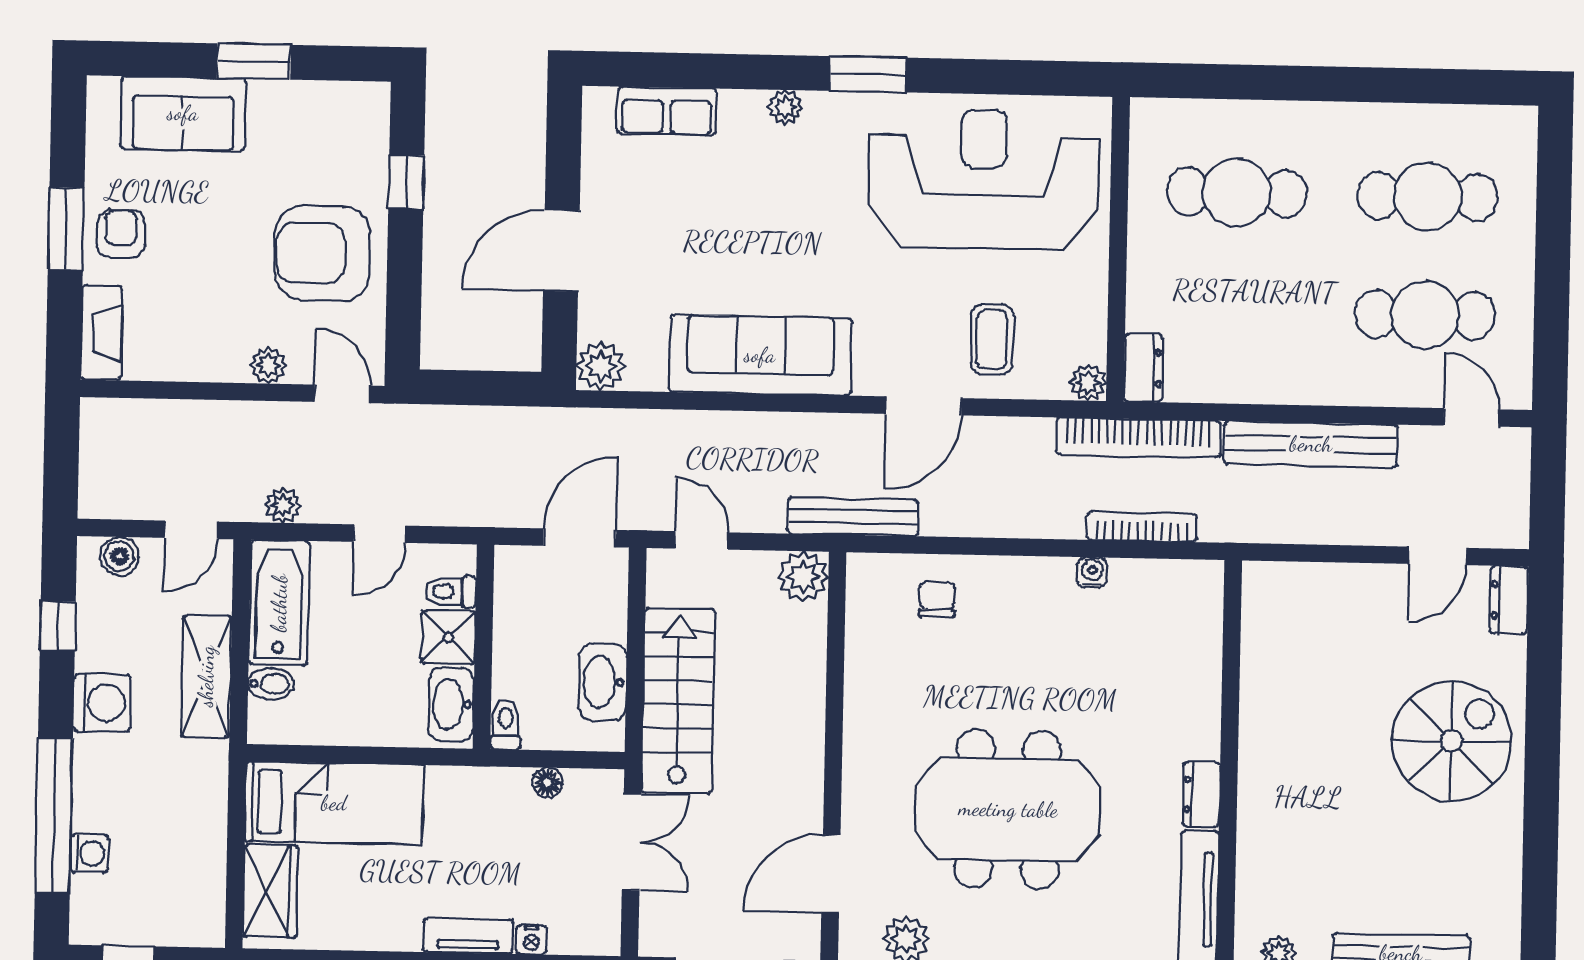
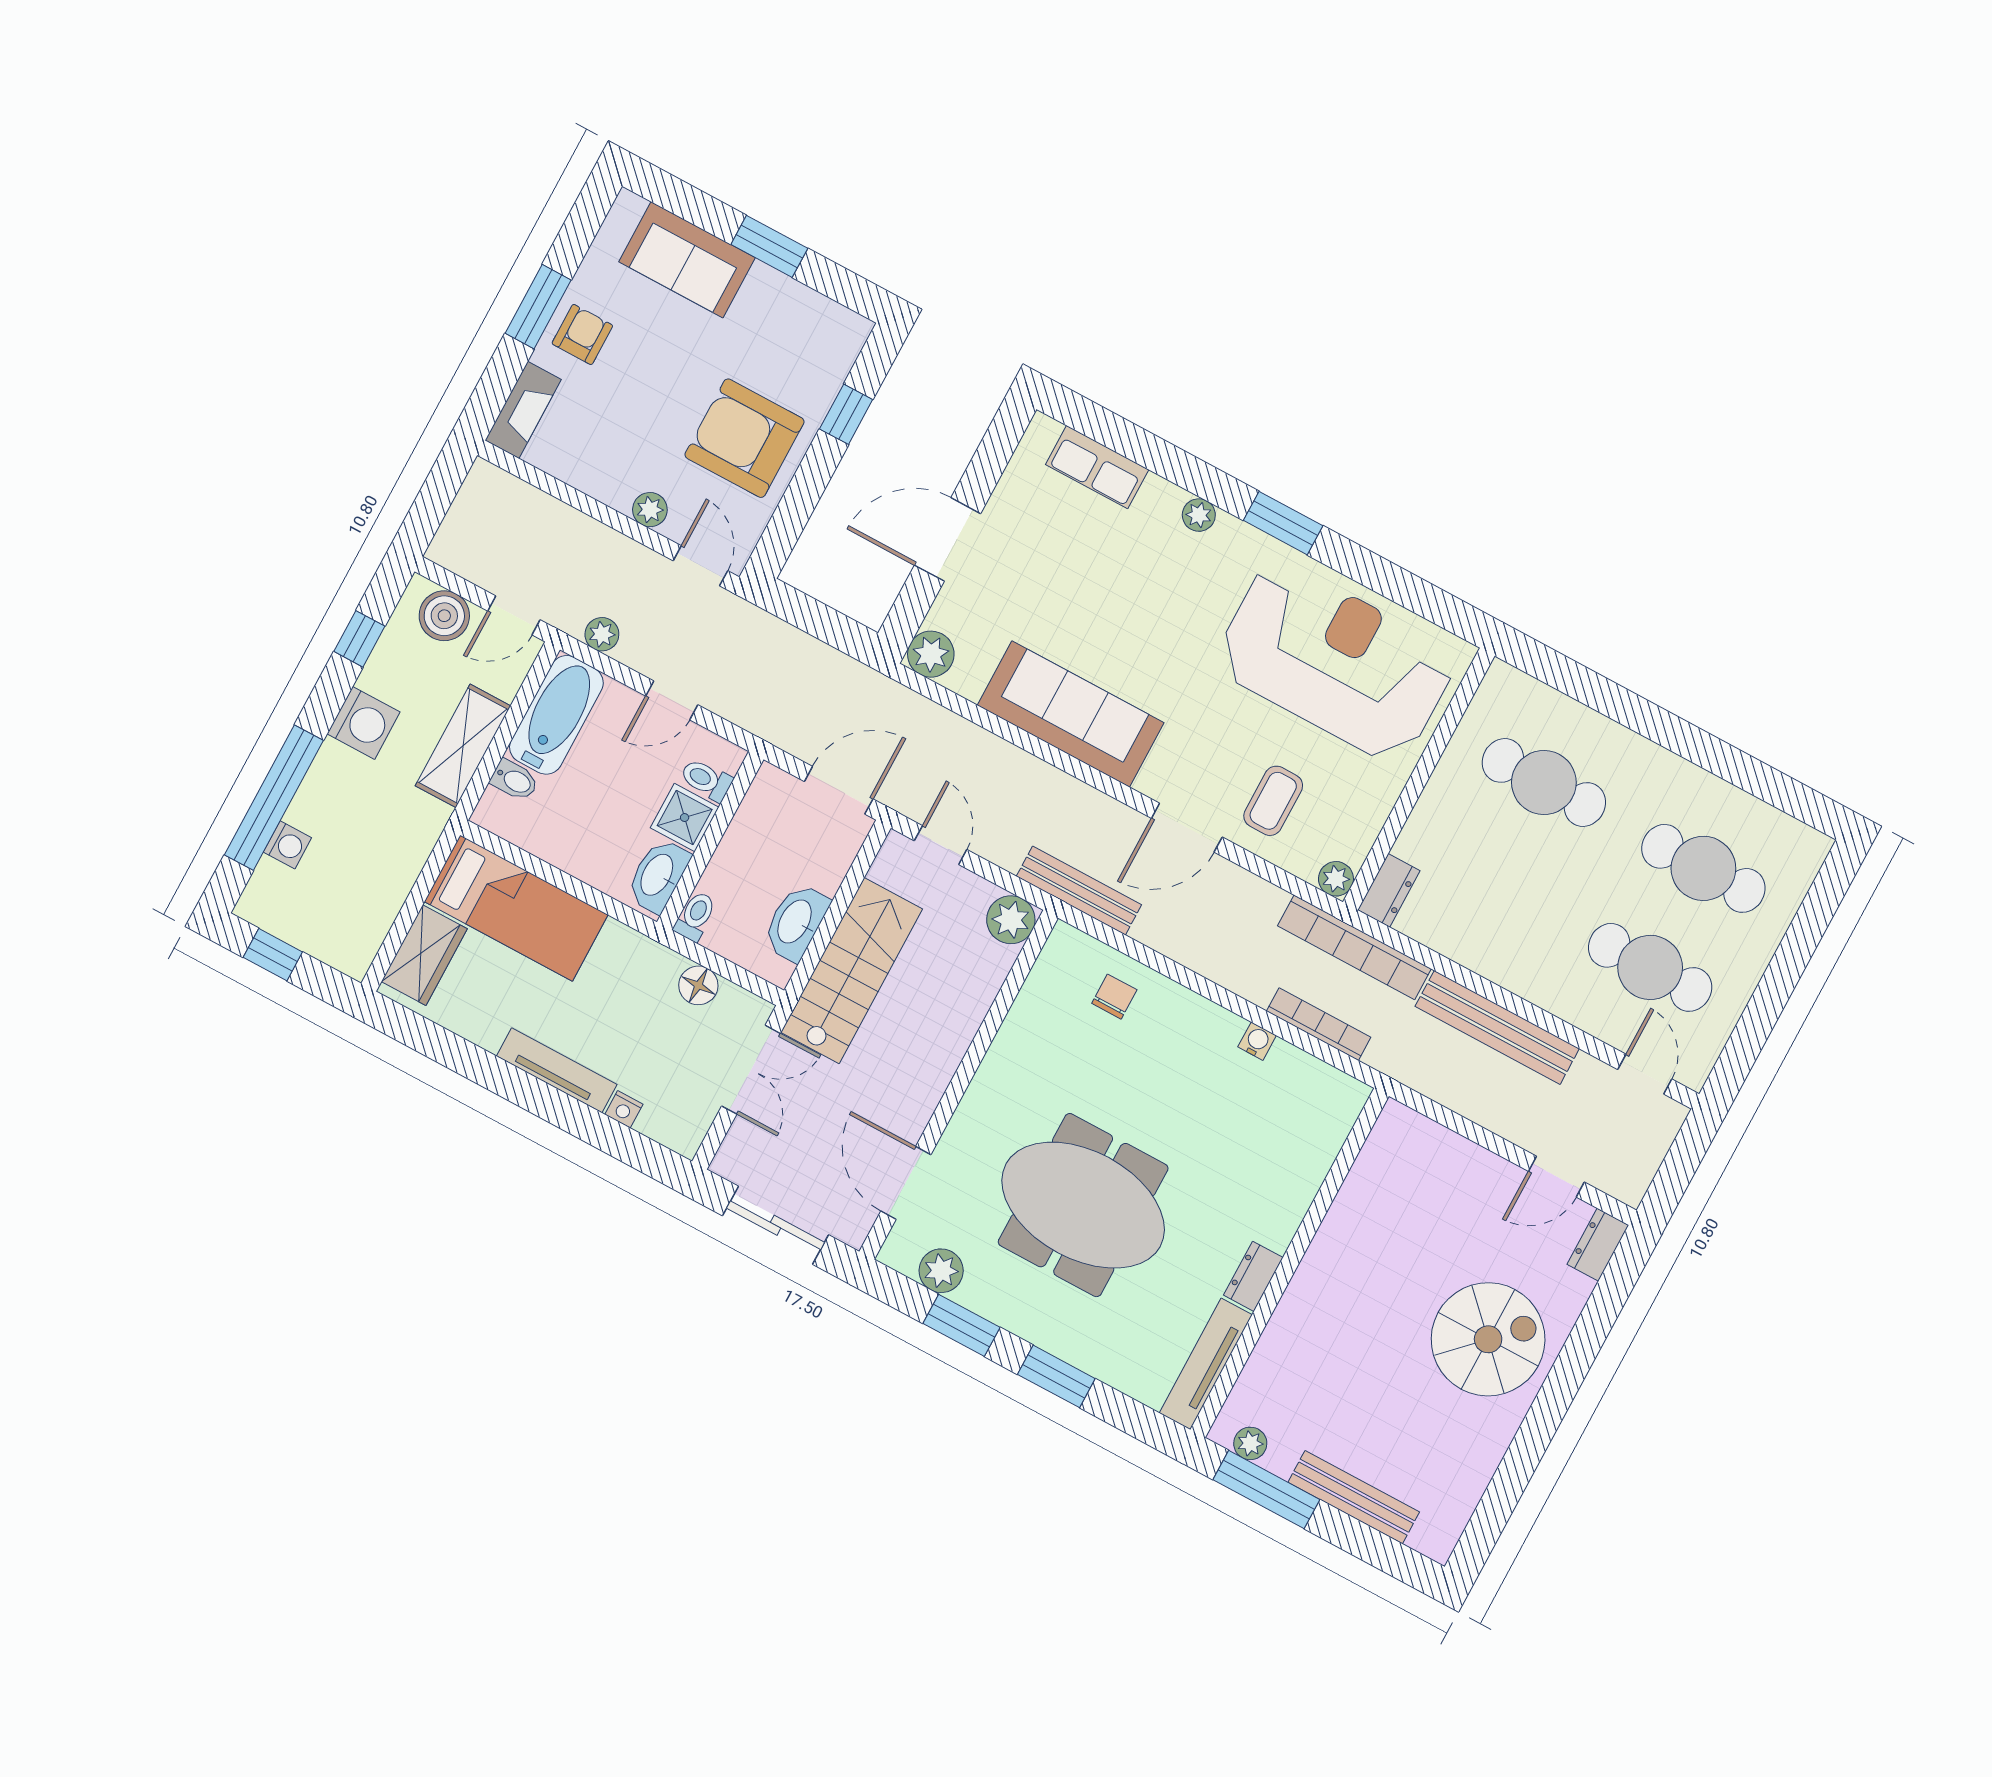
boiler: (119, 556) -> (444, 616), width x1.36, depth x1.36
floor lamp: (547, 783) -> (698, 985), width x1.37, depth x1.37
door: (831, 874) -> (906, 1183), hinge flipped
tv unit: (468, 936) -> (557, 1070), width x1.41

